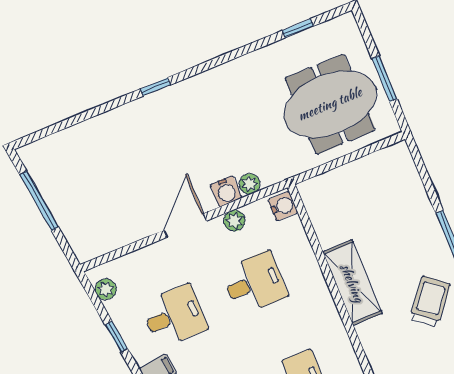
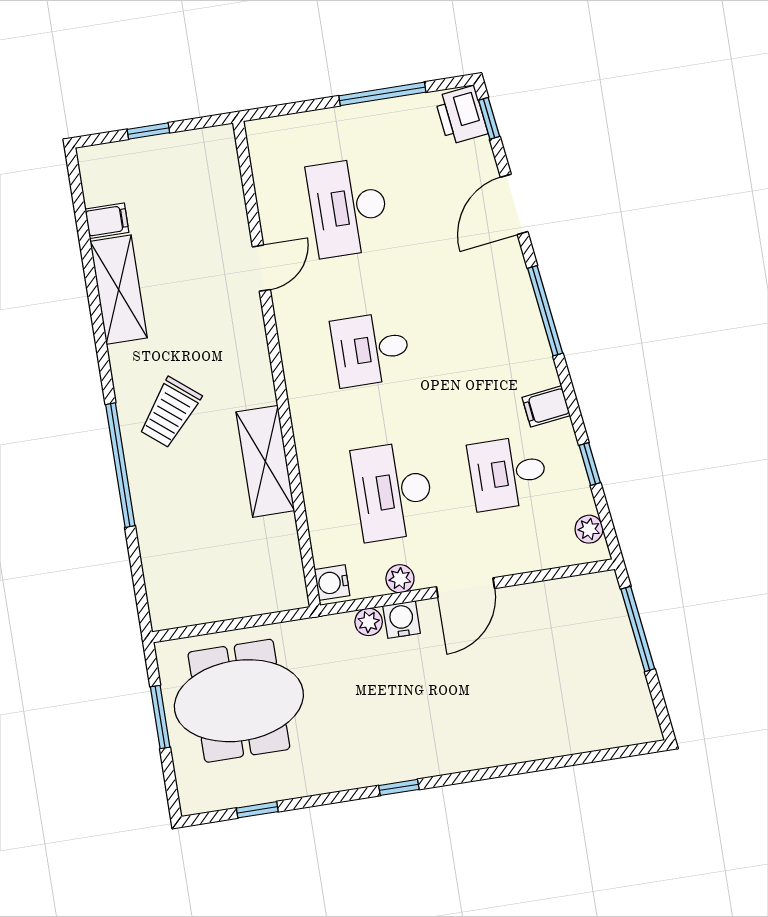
window: (155, 87) -> (399, 787), moved
window: (39, 201) -> (638, 629), moved
desk: (254, 283) -> (393, 491), width x1.37

